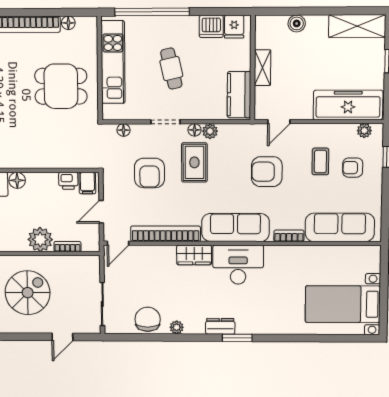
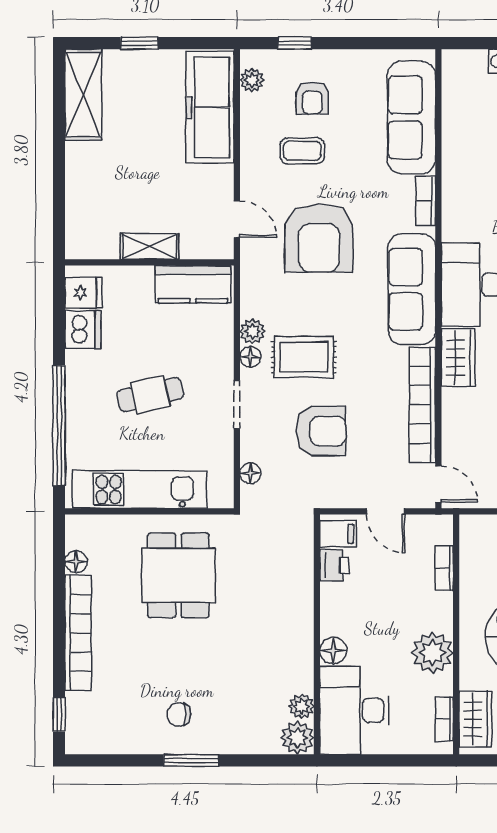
boiler: (297, 23) -> (79, 192), removed
armchair: (267, 172) -> (319, 238), width x1.36, depth x1.36
plant: (40, 240) -> (432, 653), moved

